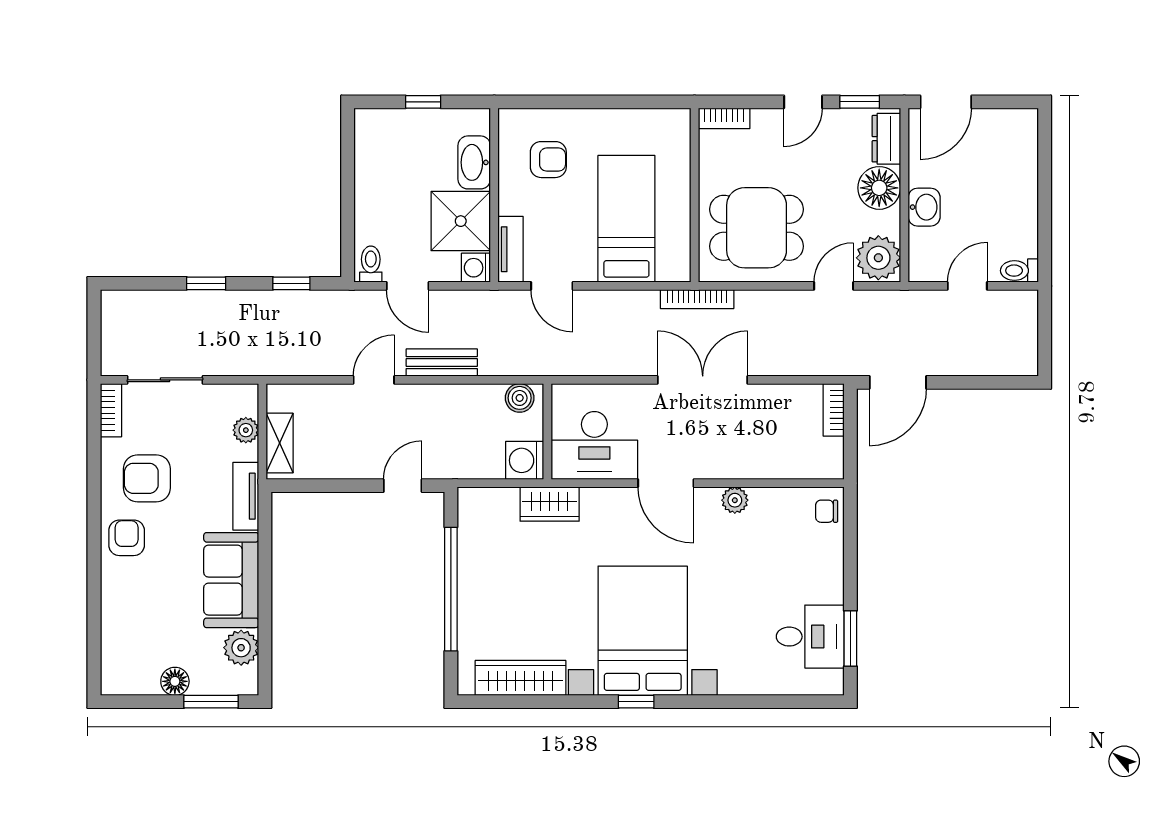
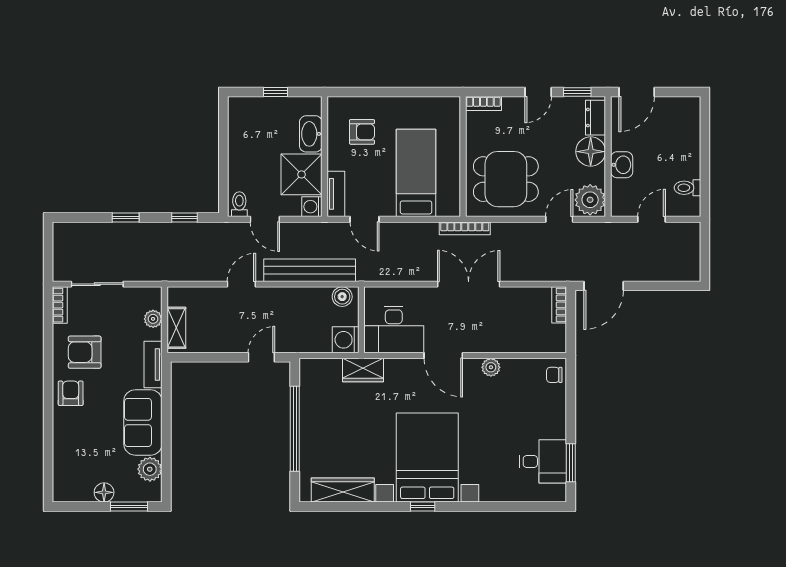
toilet: (1019, 271) -> (687, 188), moved
bench: (442, 363) -> (310, 270), width x1.86, depth x1.21

